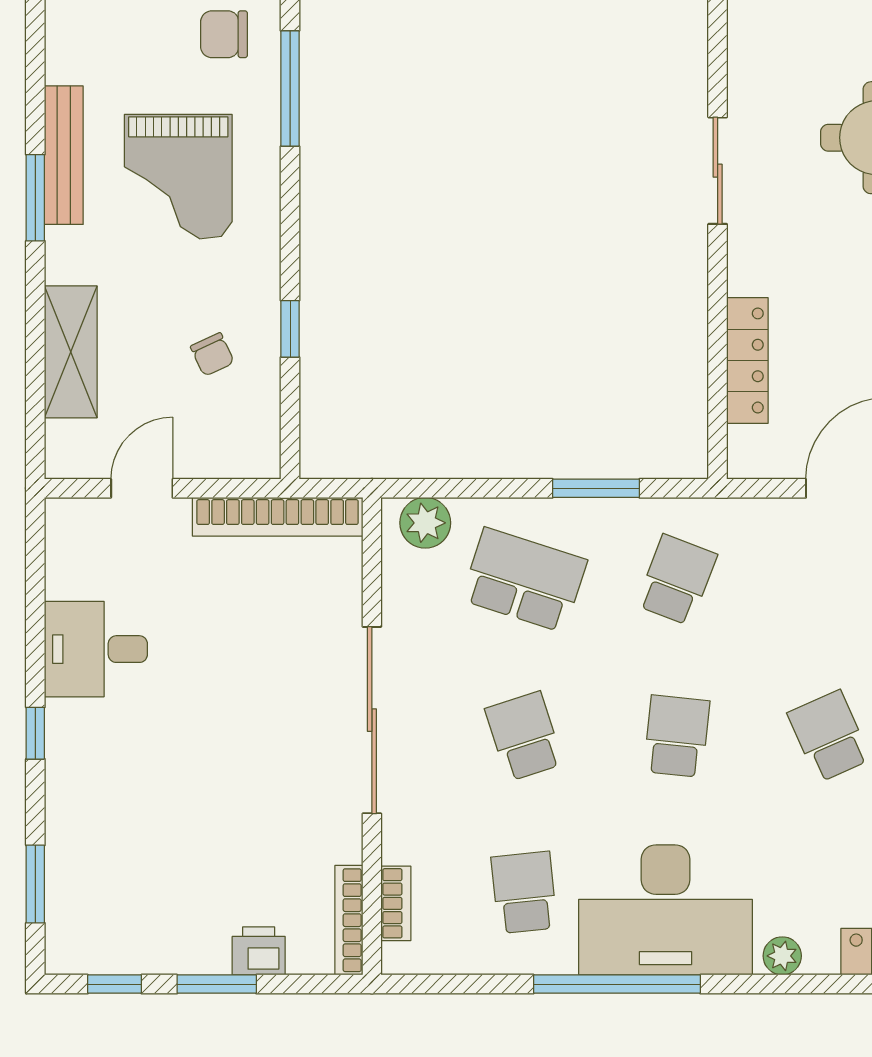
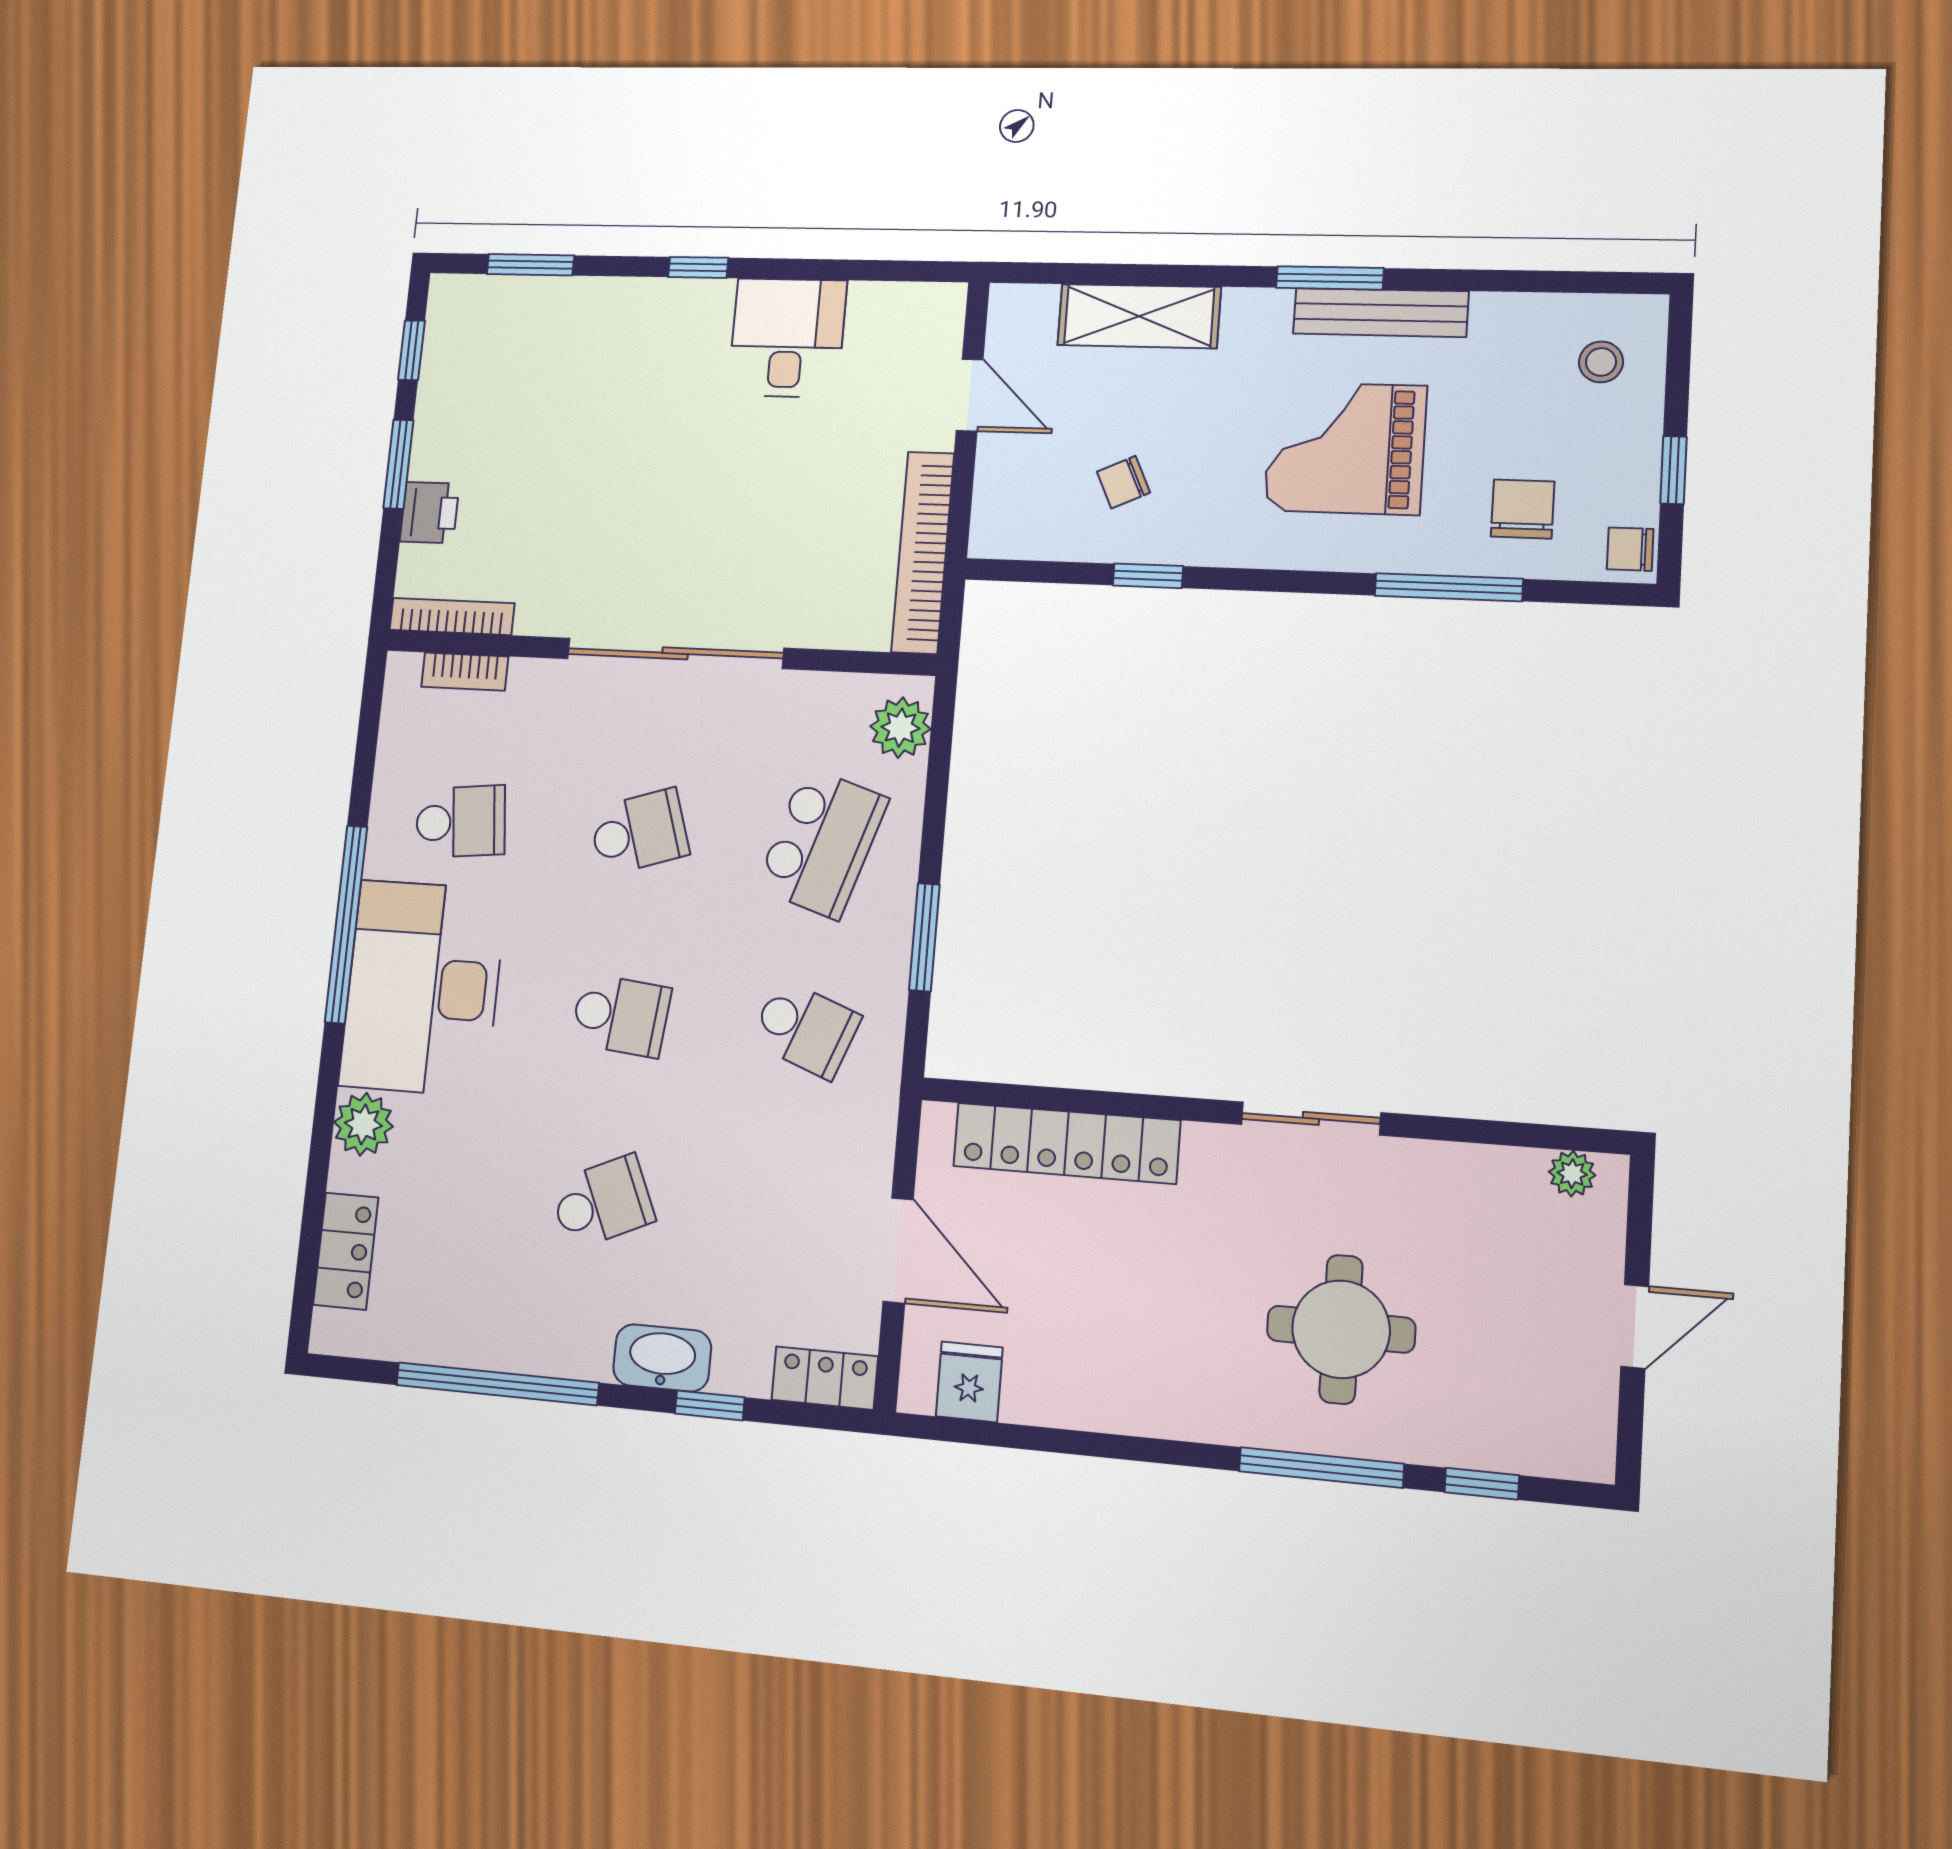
locker: (747, 360) -> (1066, 1143), width x1.41, depth x1.21
plant: (782, 956) -> (363, 1124), width x1.38, depth x1.38

